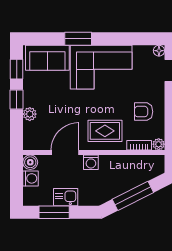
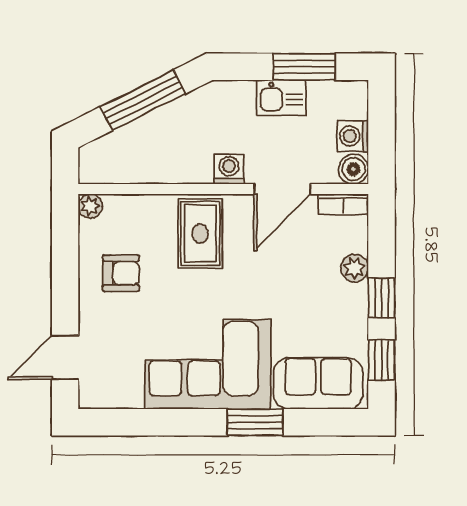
floor lamp: (159, 51) -> (89, 398), removed
rug: (105, 131) -> (200, 233), turned 90
bookcase: (139, 145) -> (343, 204), moved

